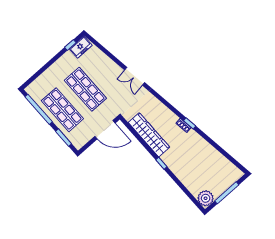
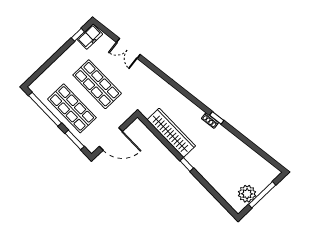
double door: (135, 76) -> (128, 48), moved
door: (105, 130) -> (111, 139), moved
plant: (206, 198) -> (247, 194), moved

